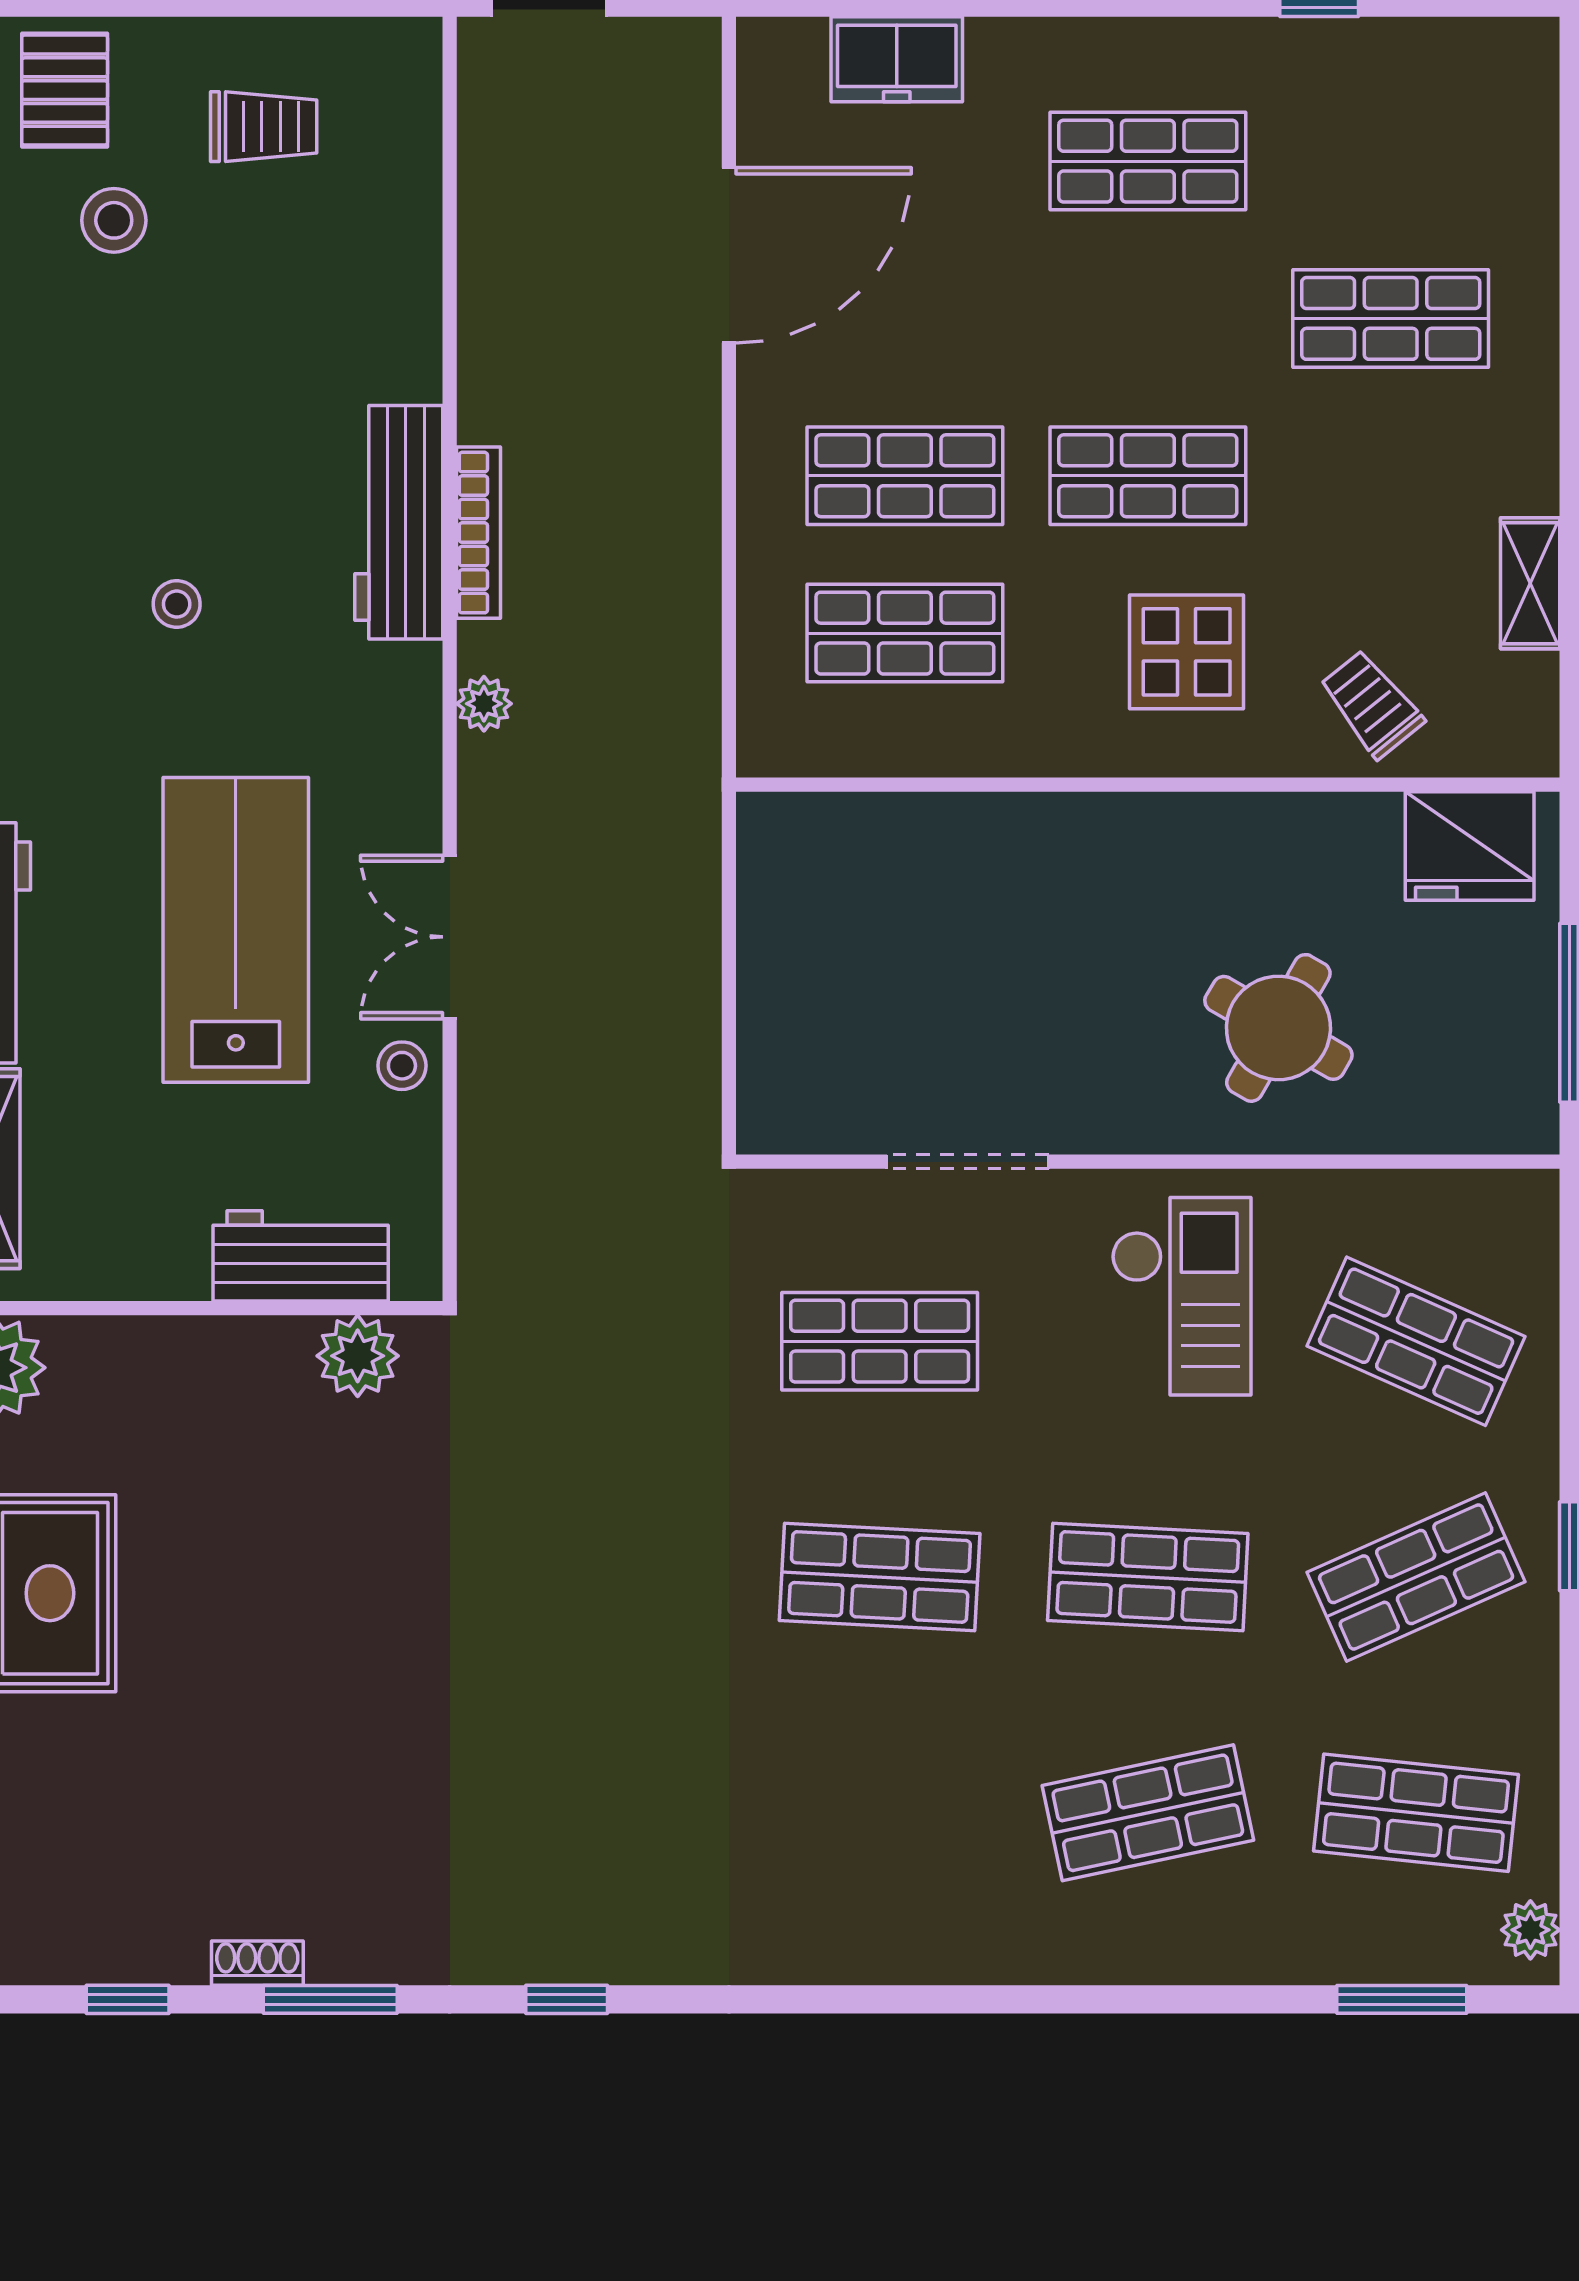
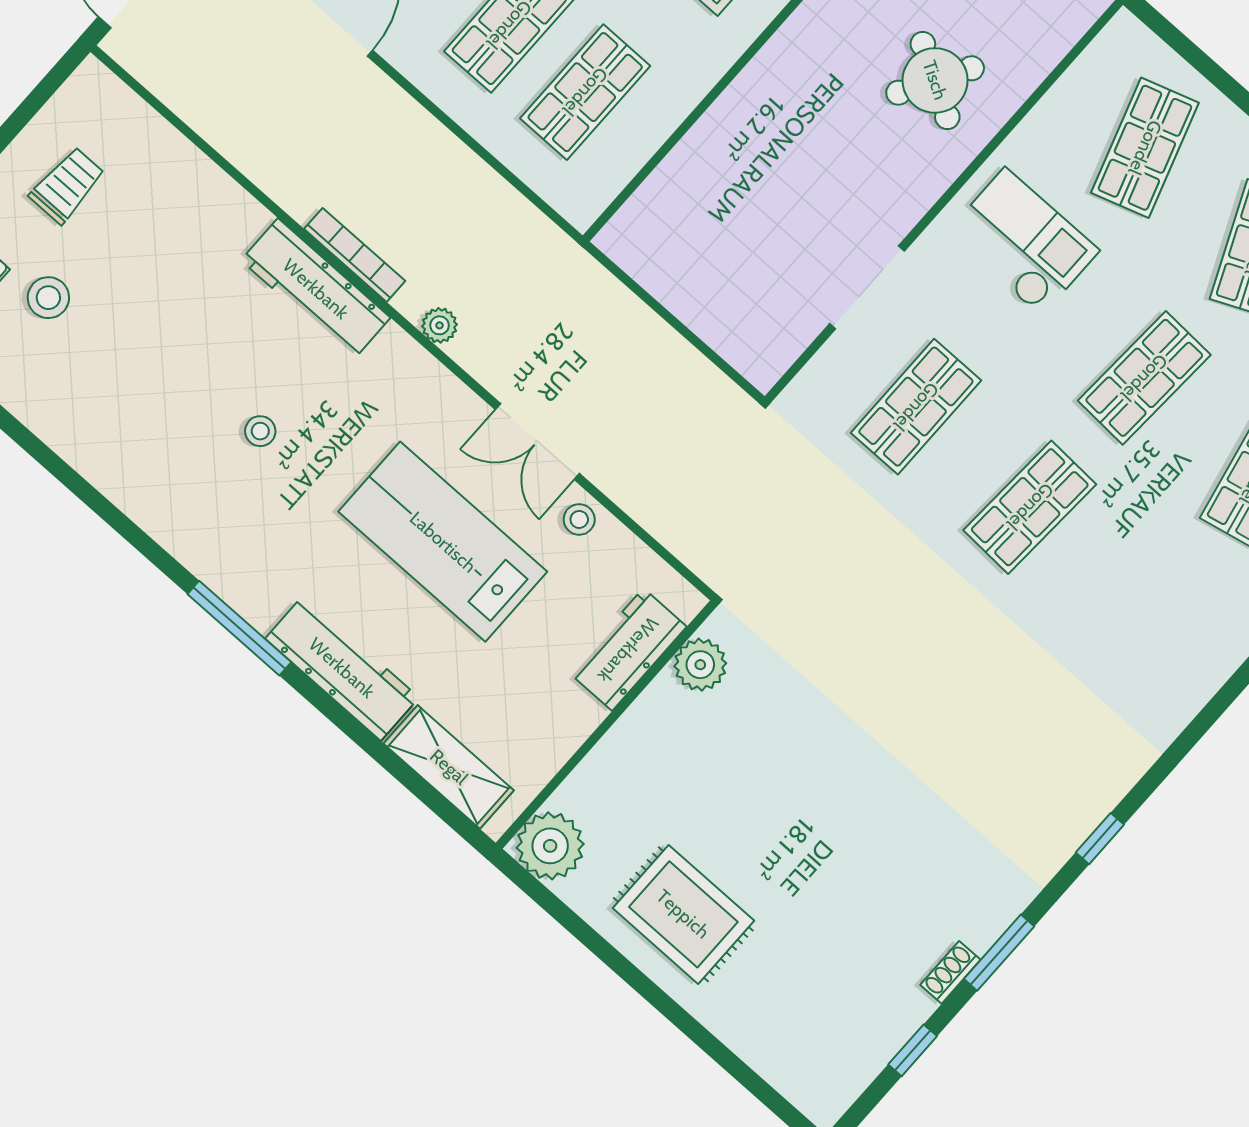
shop shelf: (1416, 1341) -> (1145, 148), turned -42

